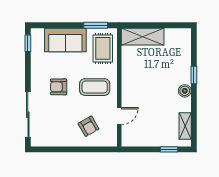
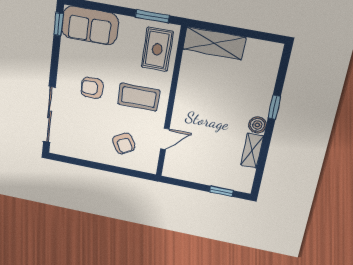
sofa: (65, 40) -> (90, 25), moved
shelving: (185, 126) -> (252, 151), moved

